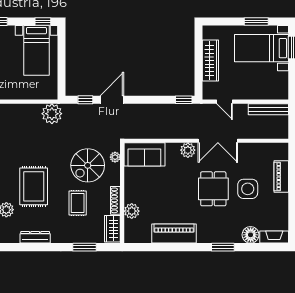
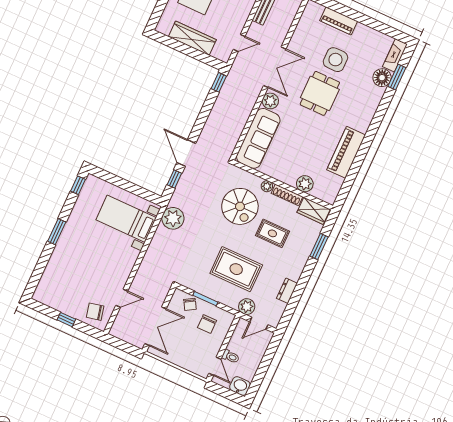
bed with nightstands: (36, 50) -> (126, 219), moved, turned 180
sofa: (144, 154) -> (258, 138), width x1.36
plant: (115, 157) -> (267, 186), moved
dining table: (213, 189) -> (320, 93), turned 90
dresser: (35, 237) -> (287, 291), width x0.70
window: (223, 247) -> (397, 77), moved

